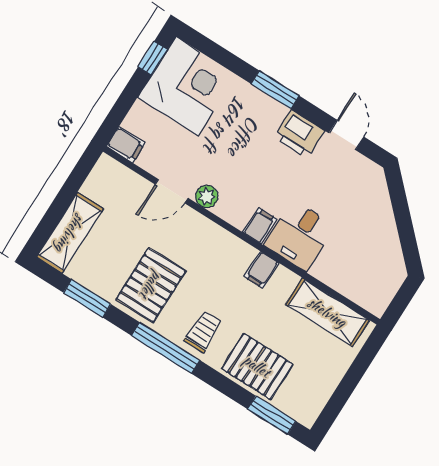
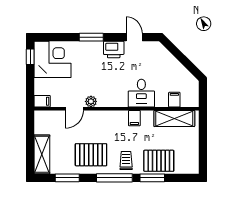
filing cabinet: (260, 226) -> (174, 100), moved
pallet: (151, 285) -> (91, 155), turned 90
window: (272, 415) -> (152, 178), moved

